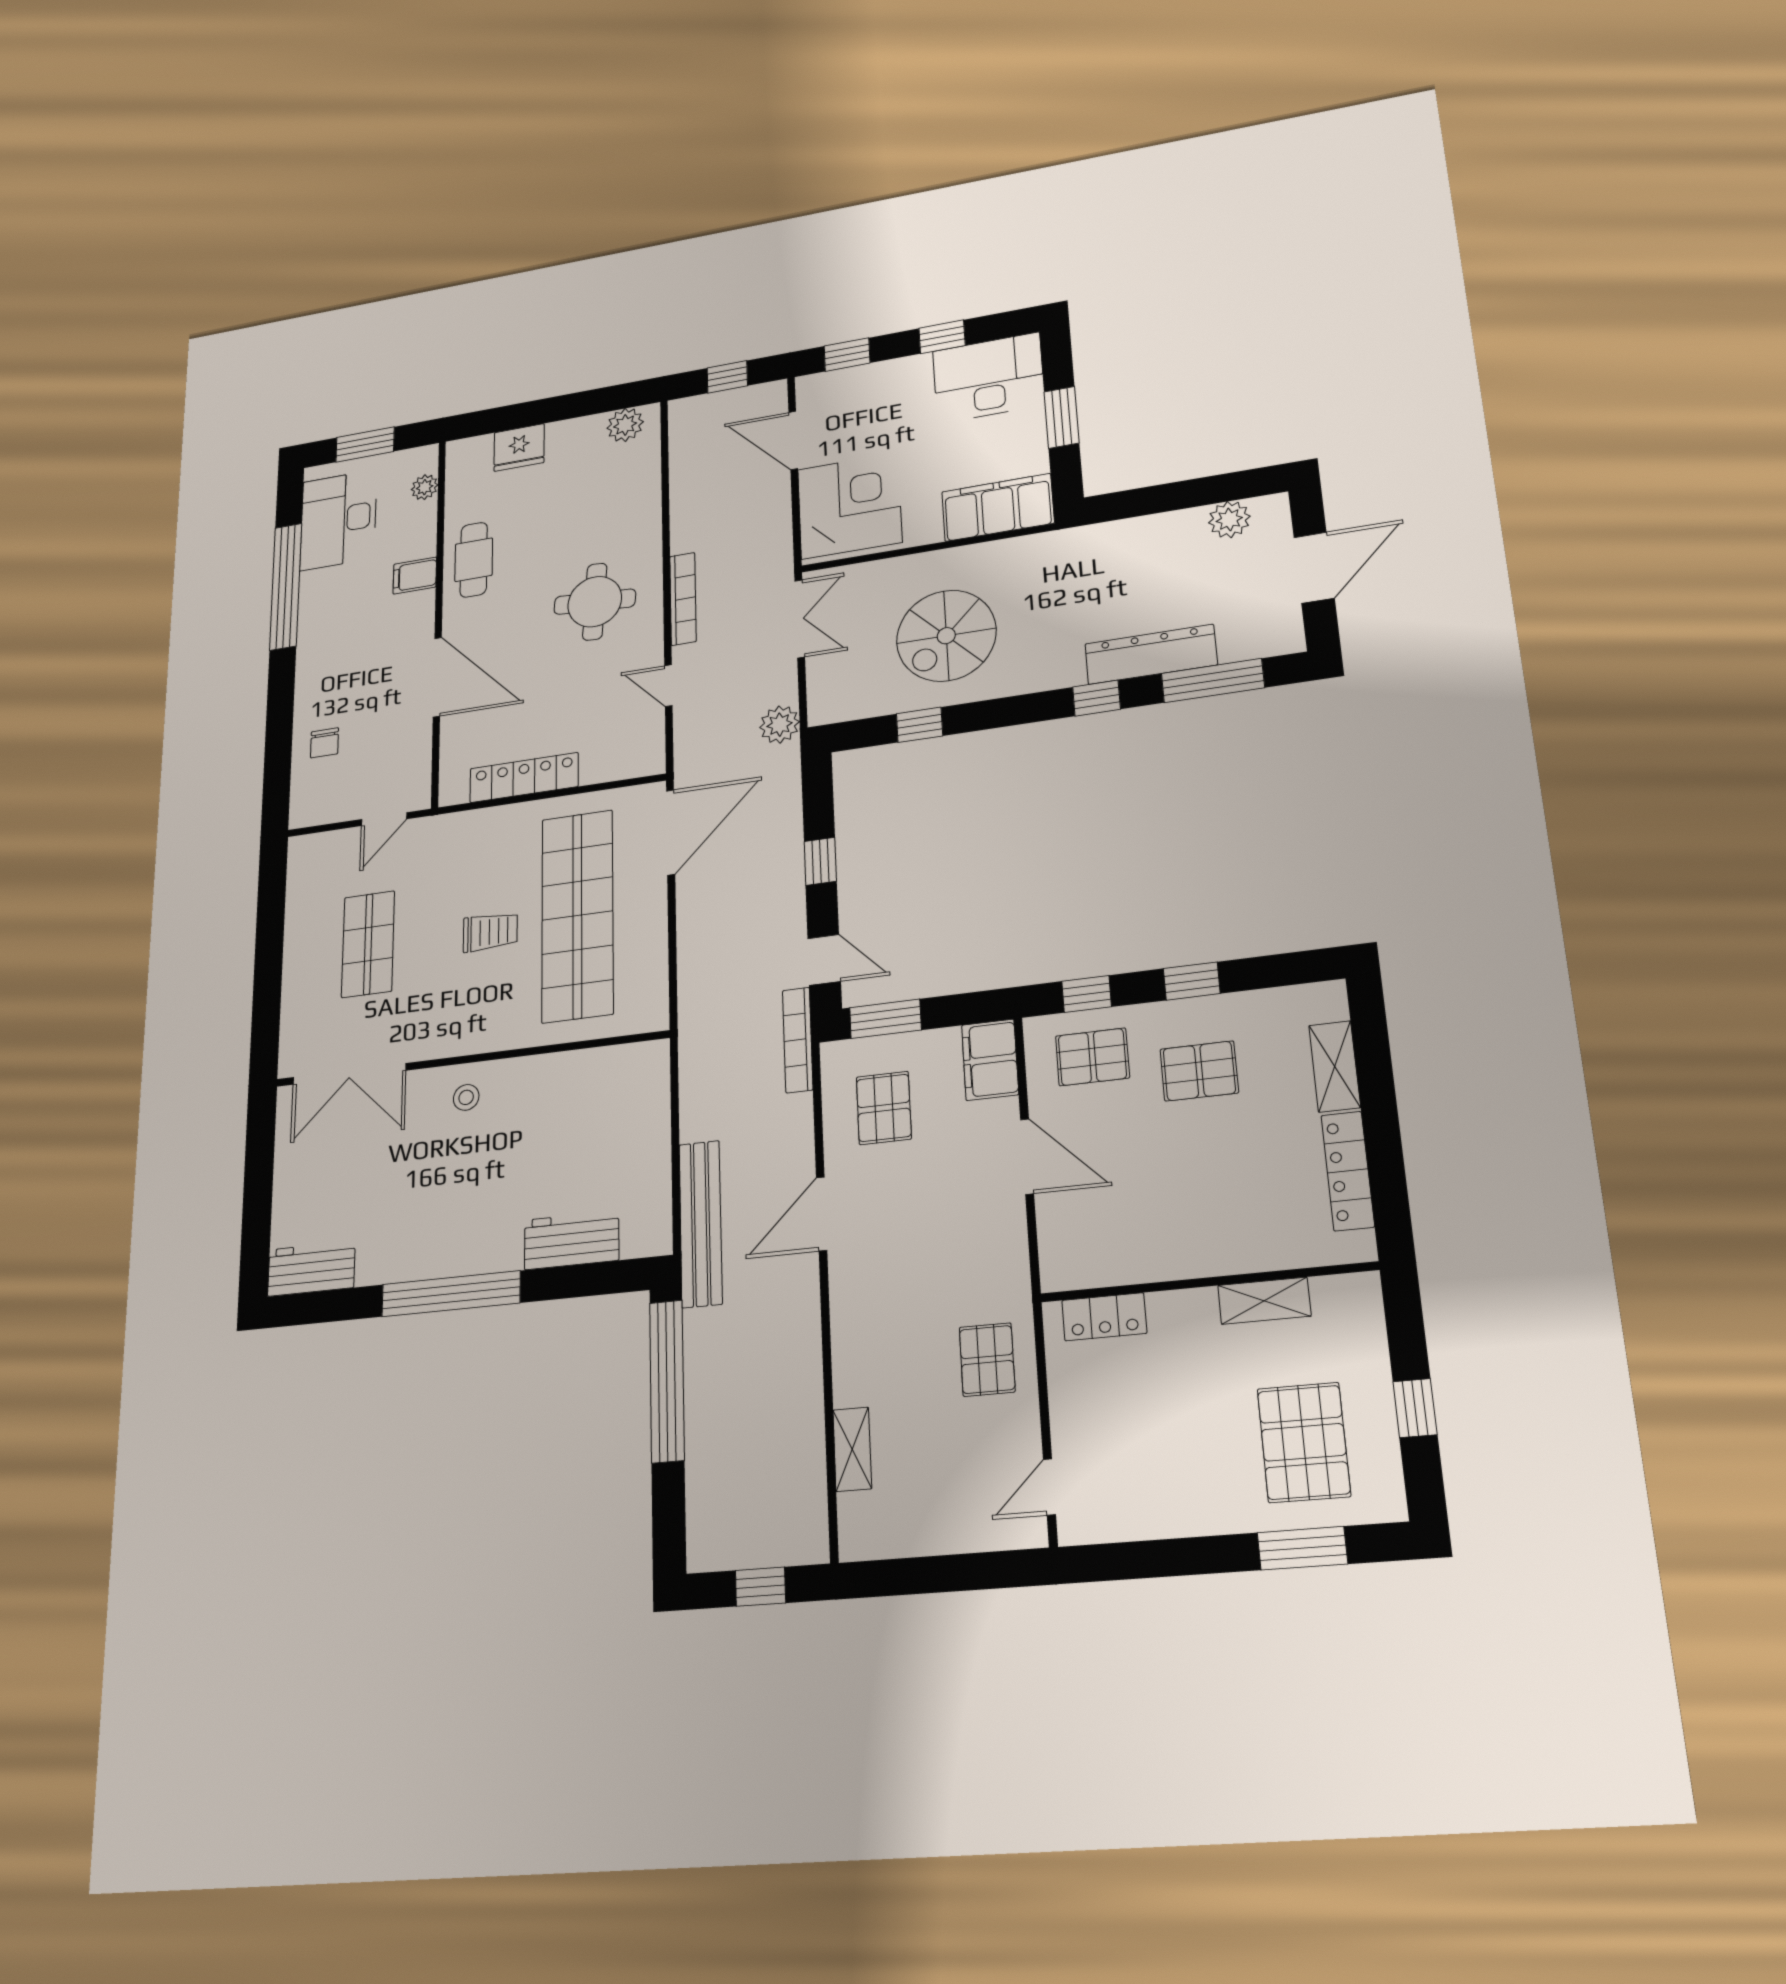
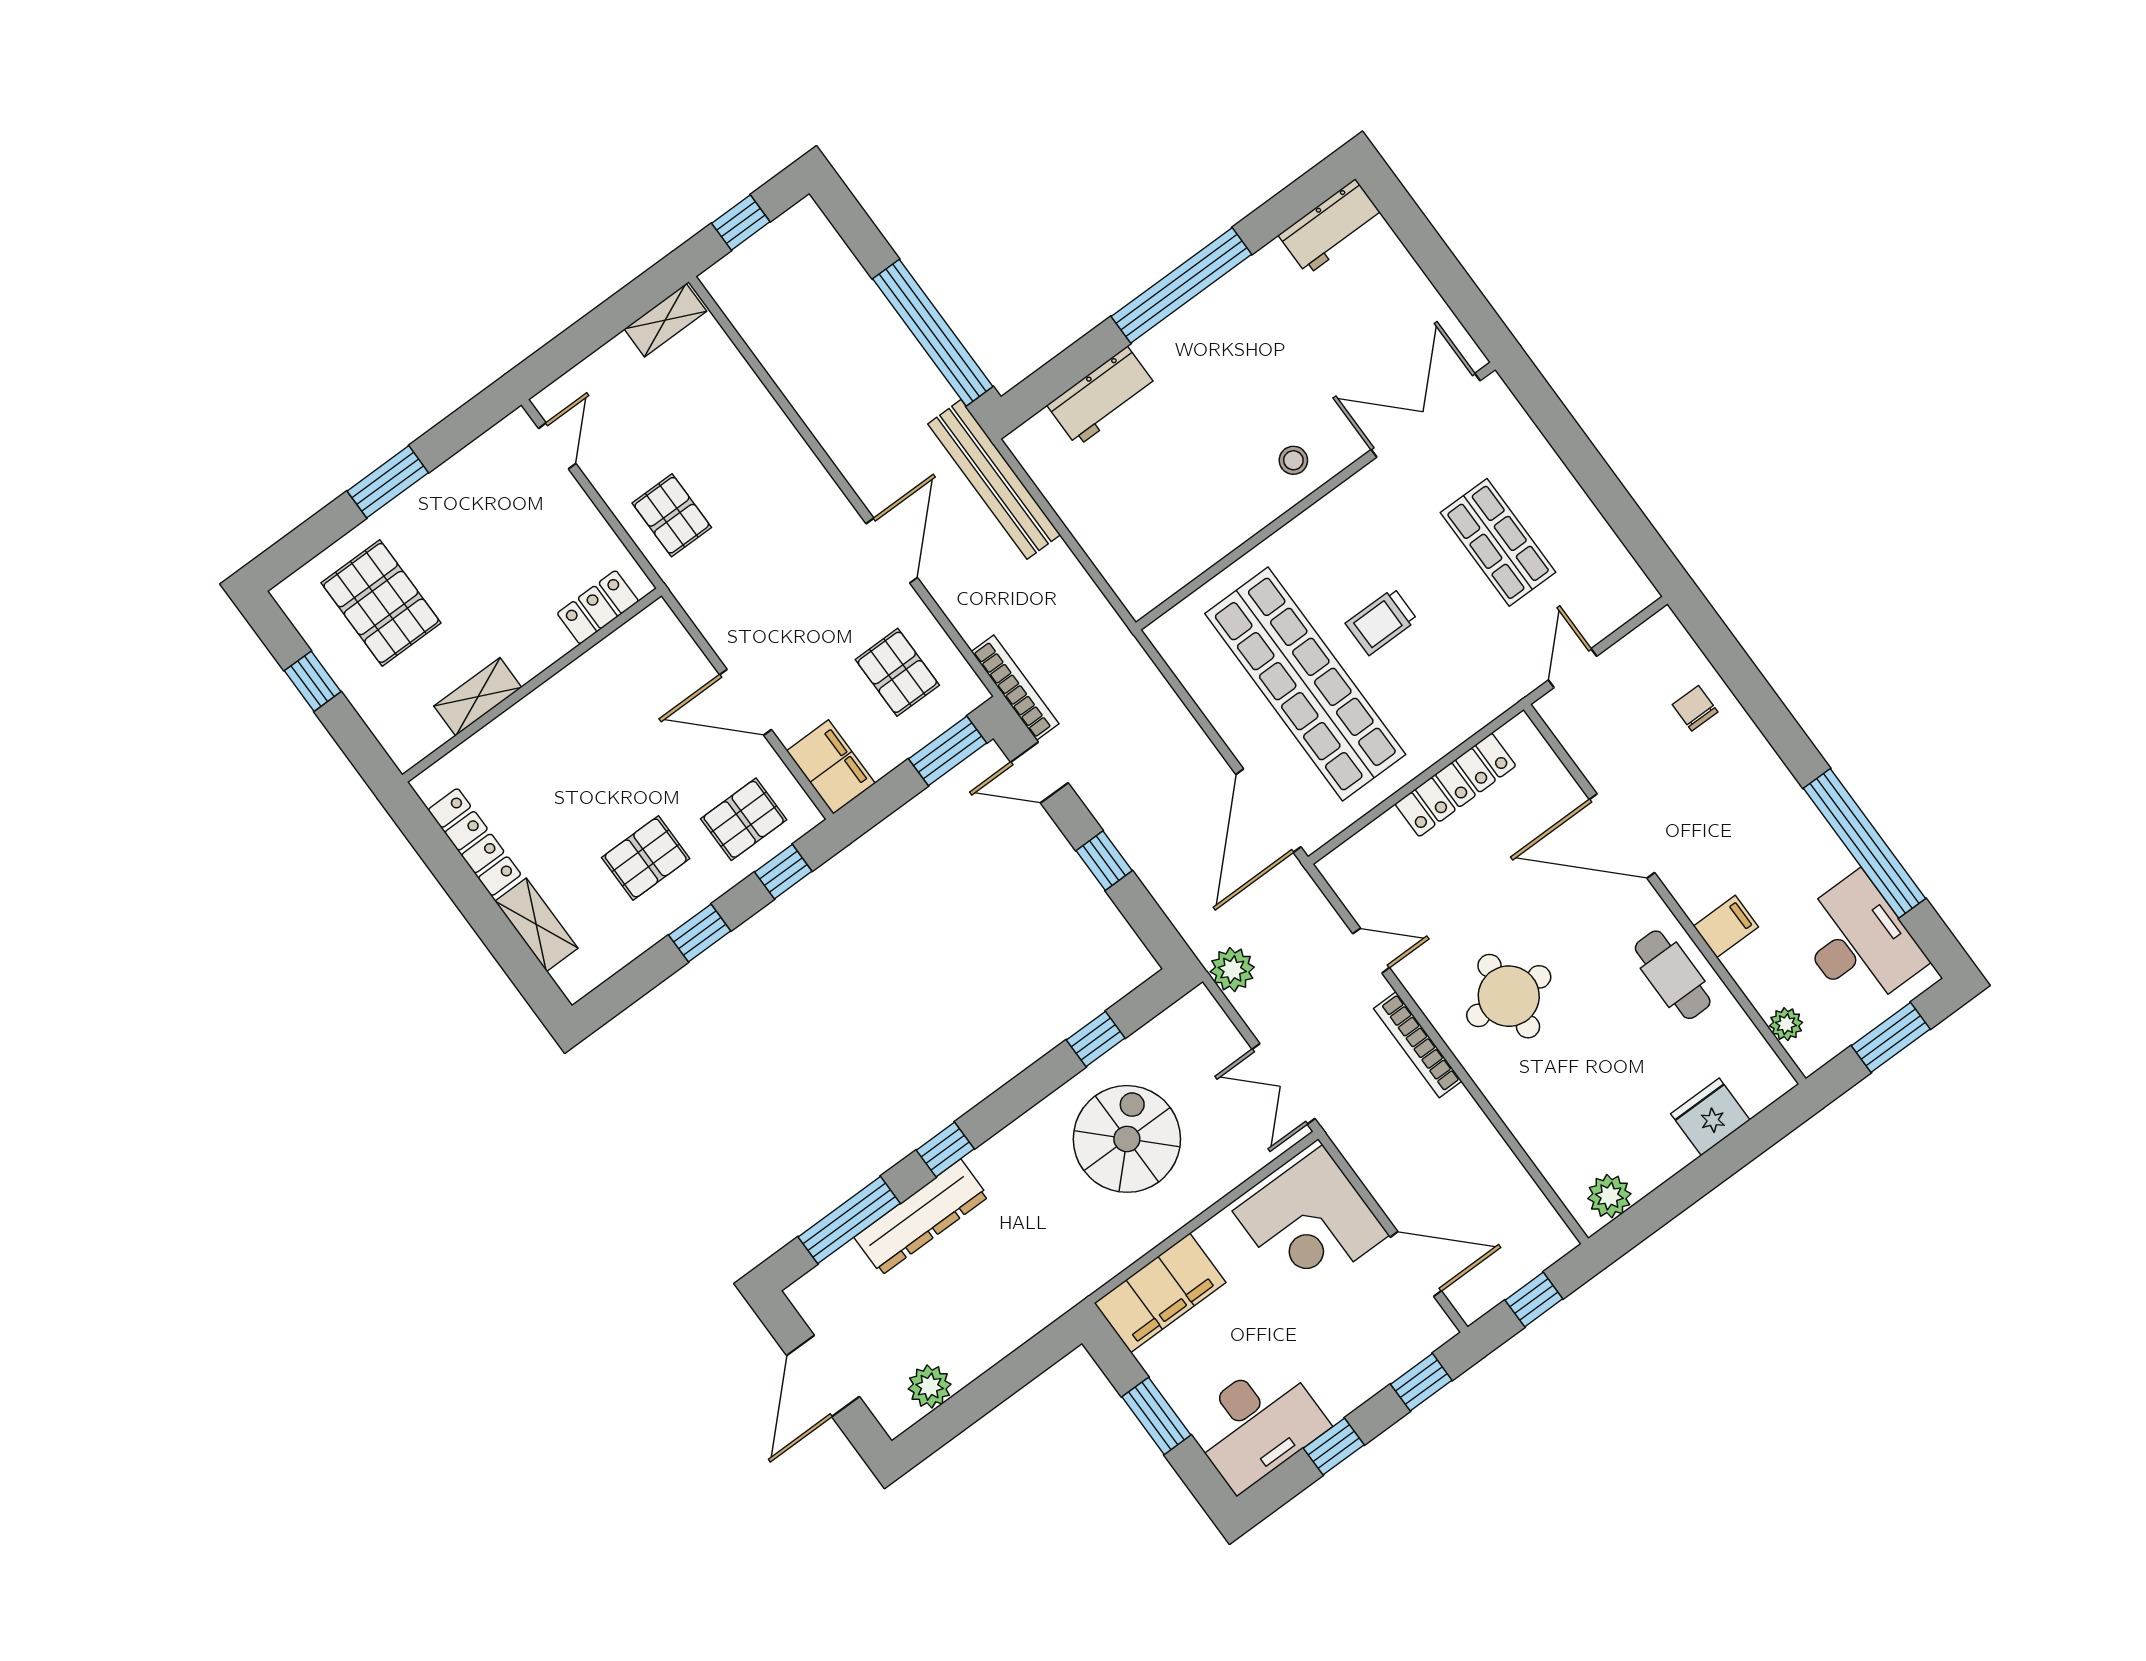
shelving: (852, 1449) -> (665, 320), moved, turned 90
window: (1302, 1548) -> (388, 482), moved

